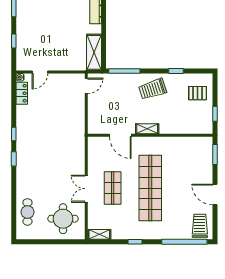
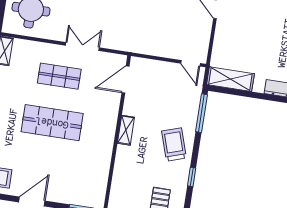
door: (120, 135) -> (125, 80), moved
shop shelf: (150, 188) -> (52, 123), width x0.71
double door: (86, 189) -> (82, 47), moved

